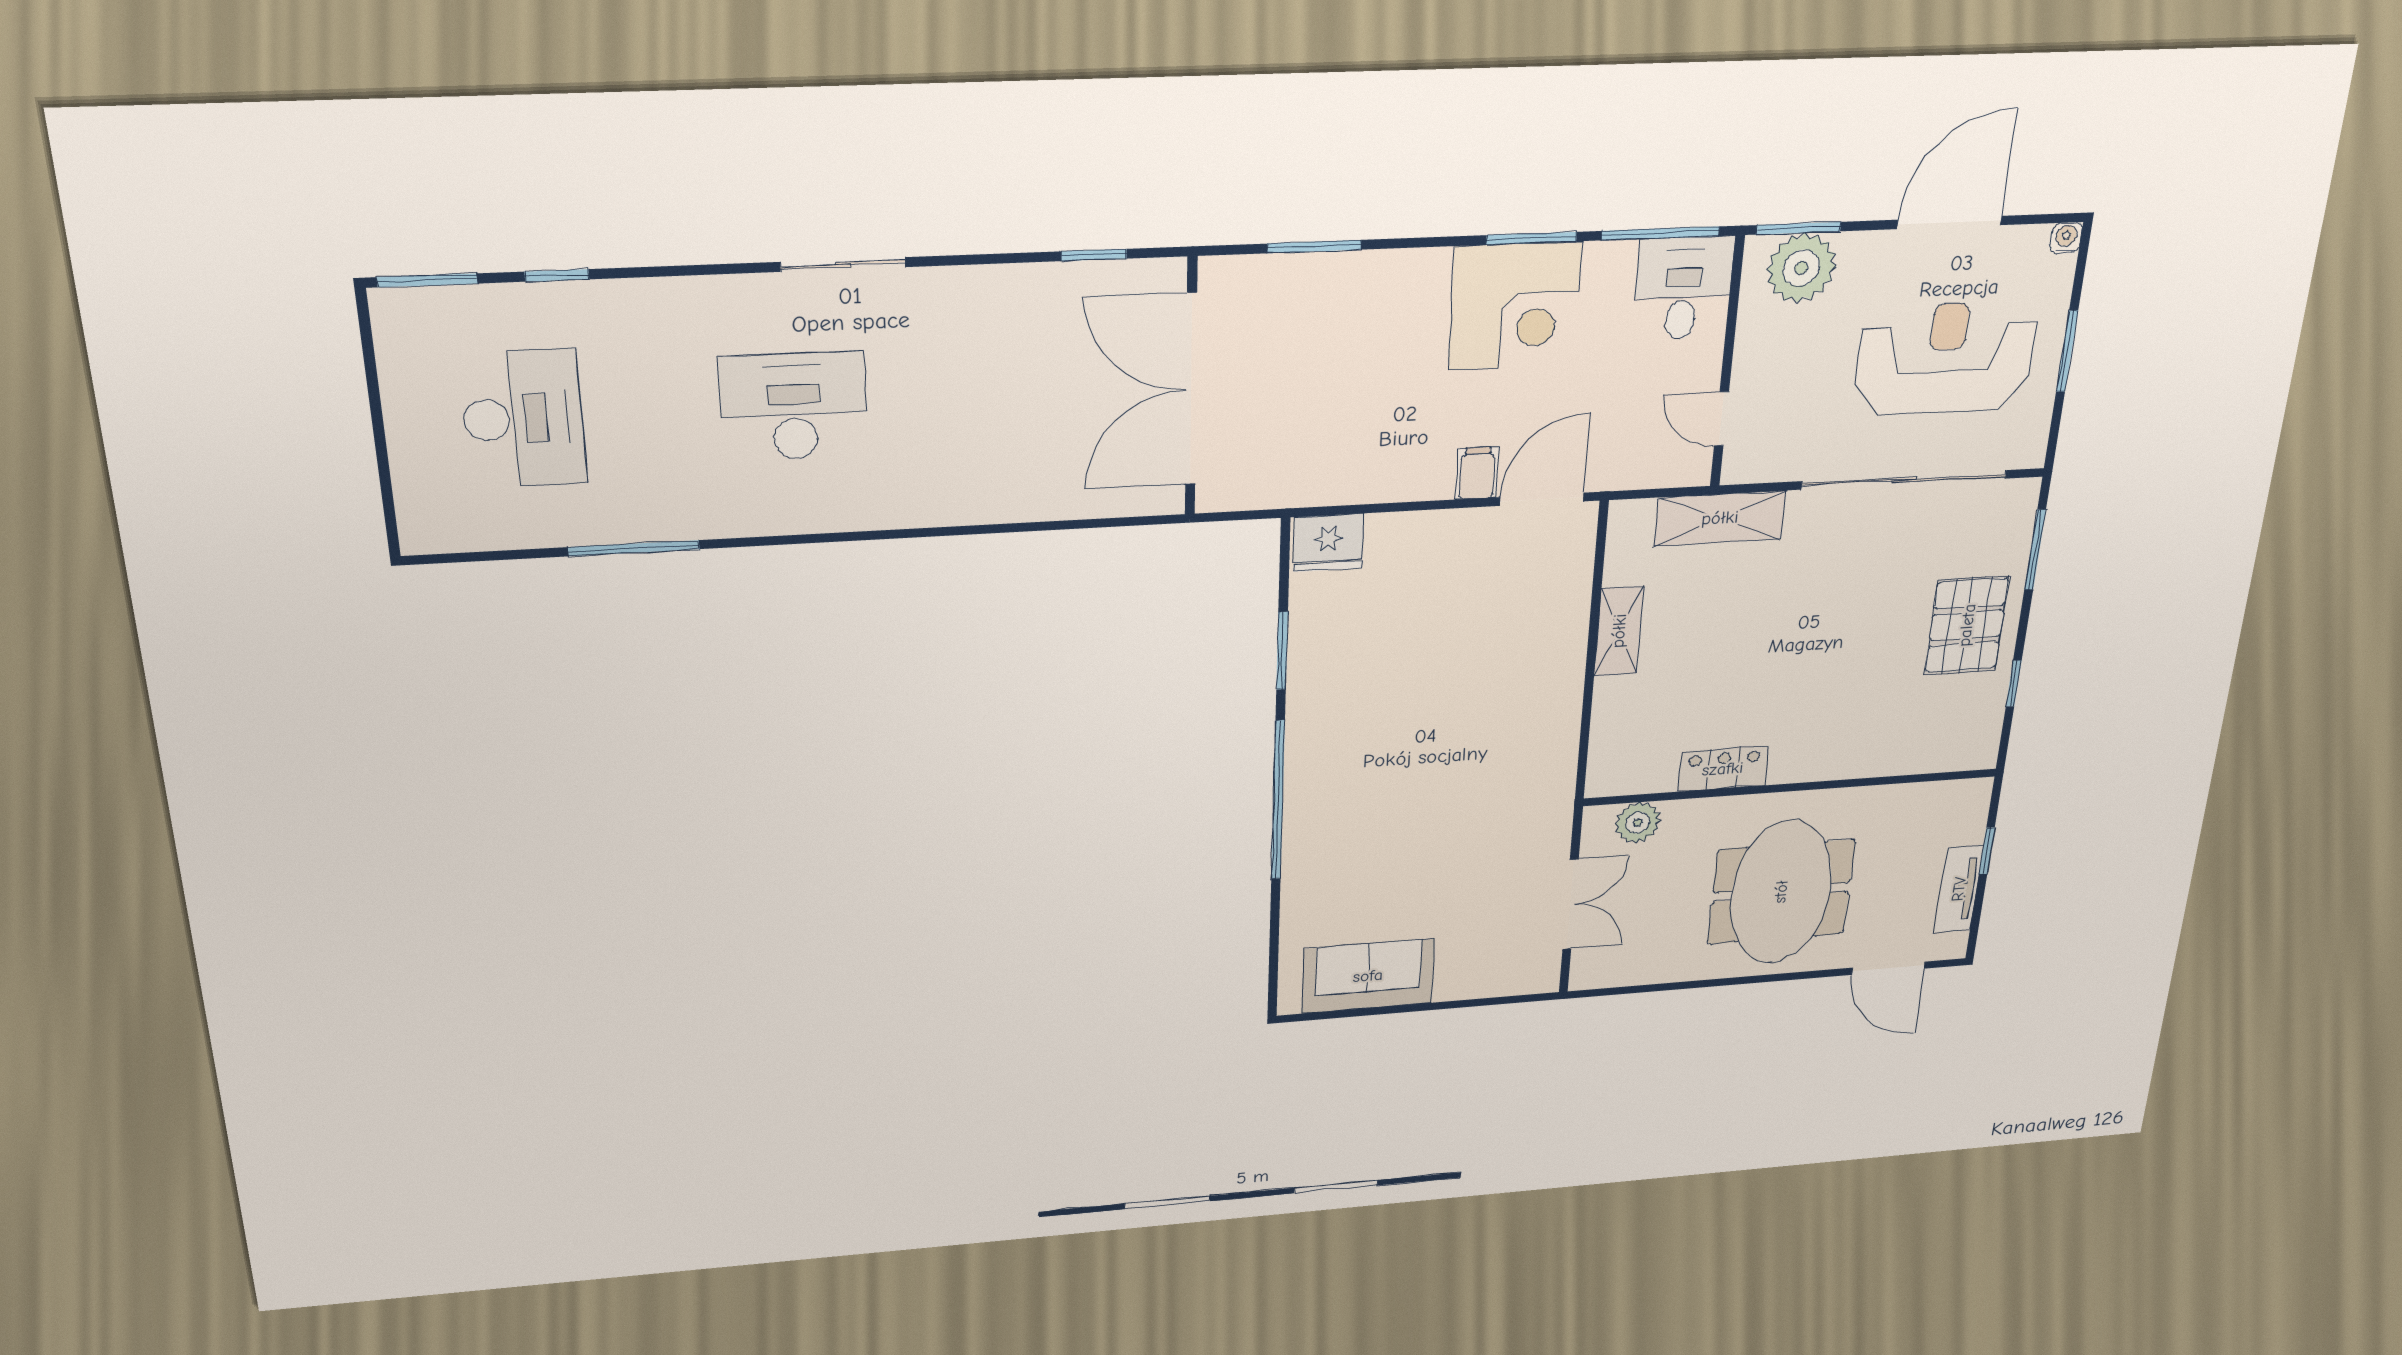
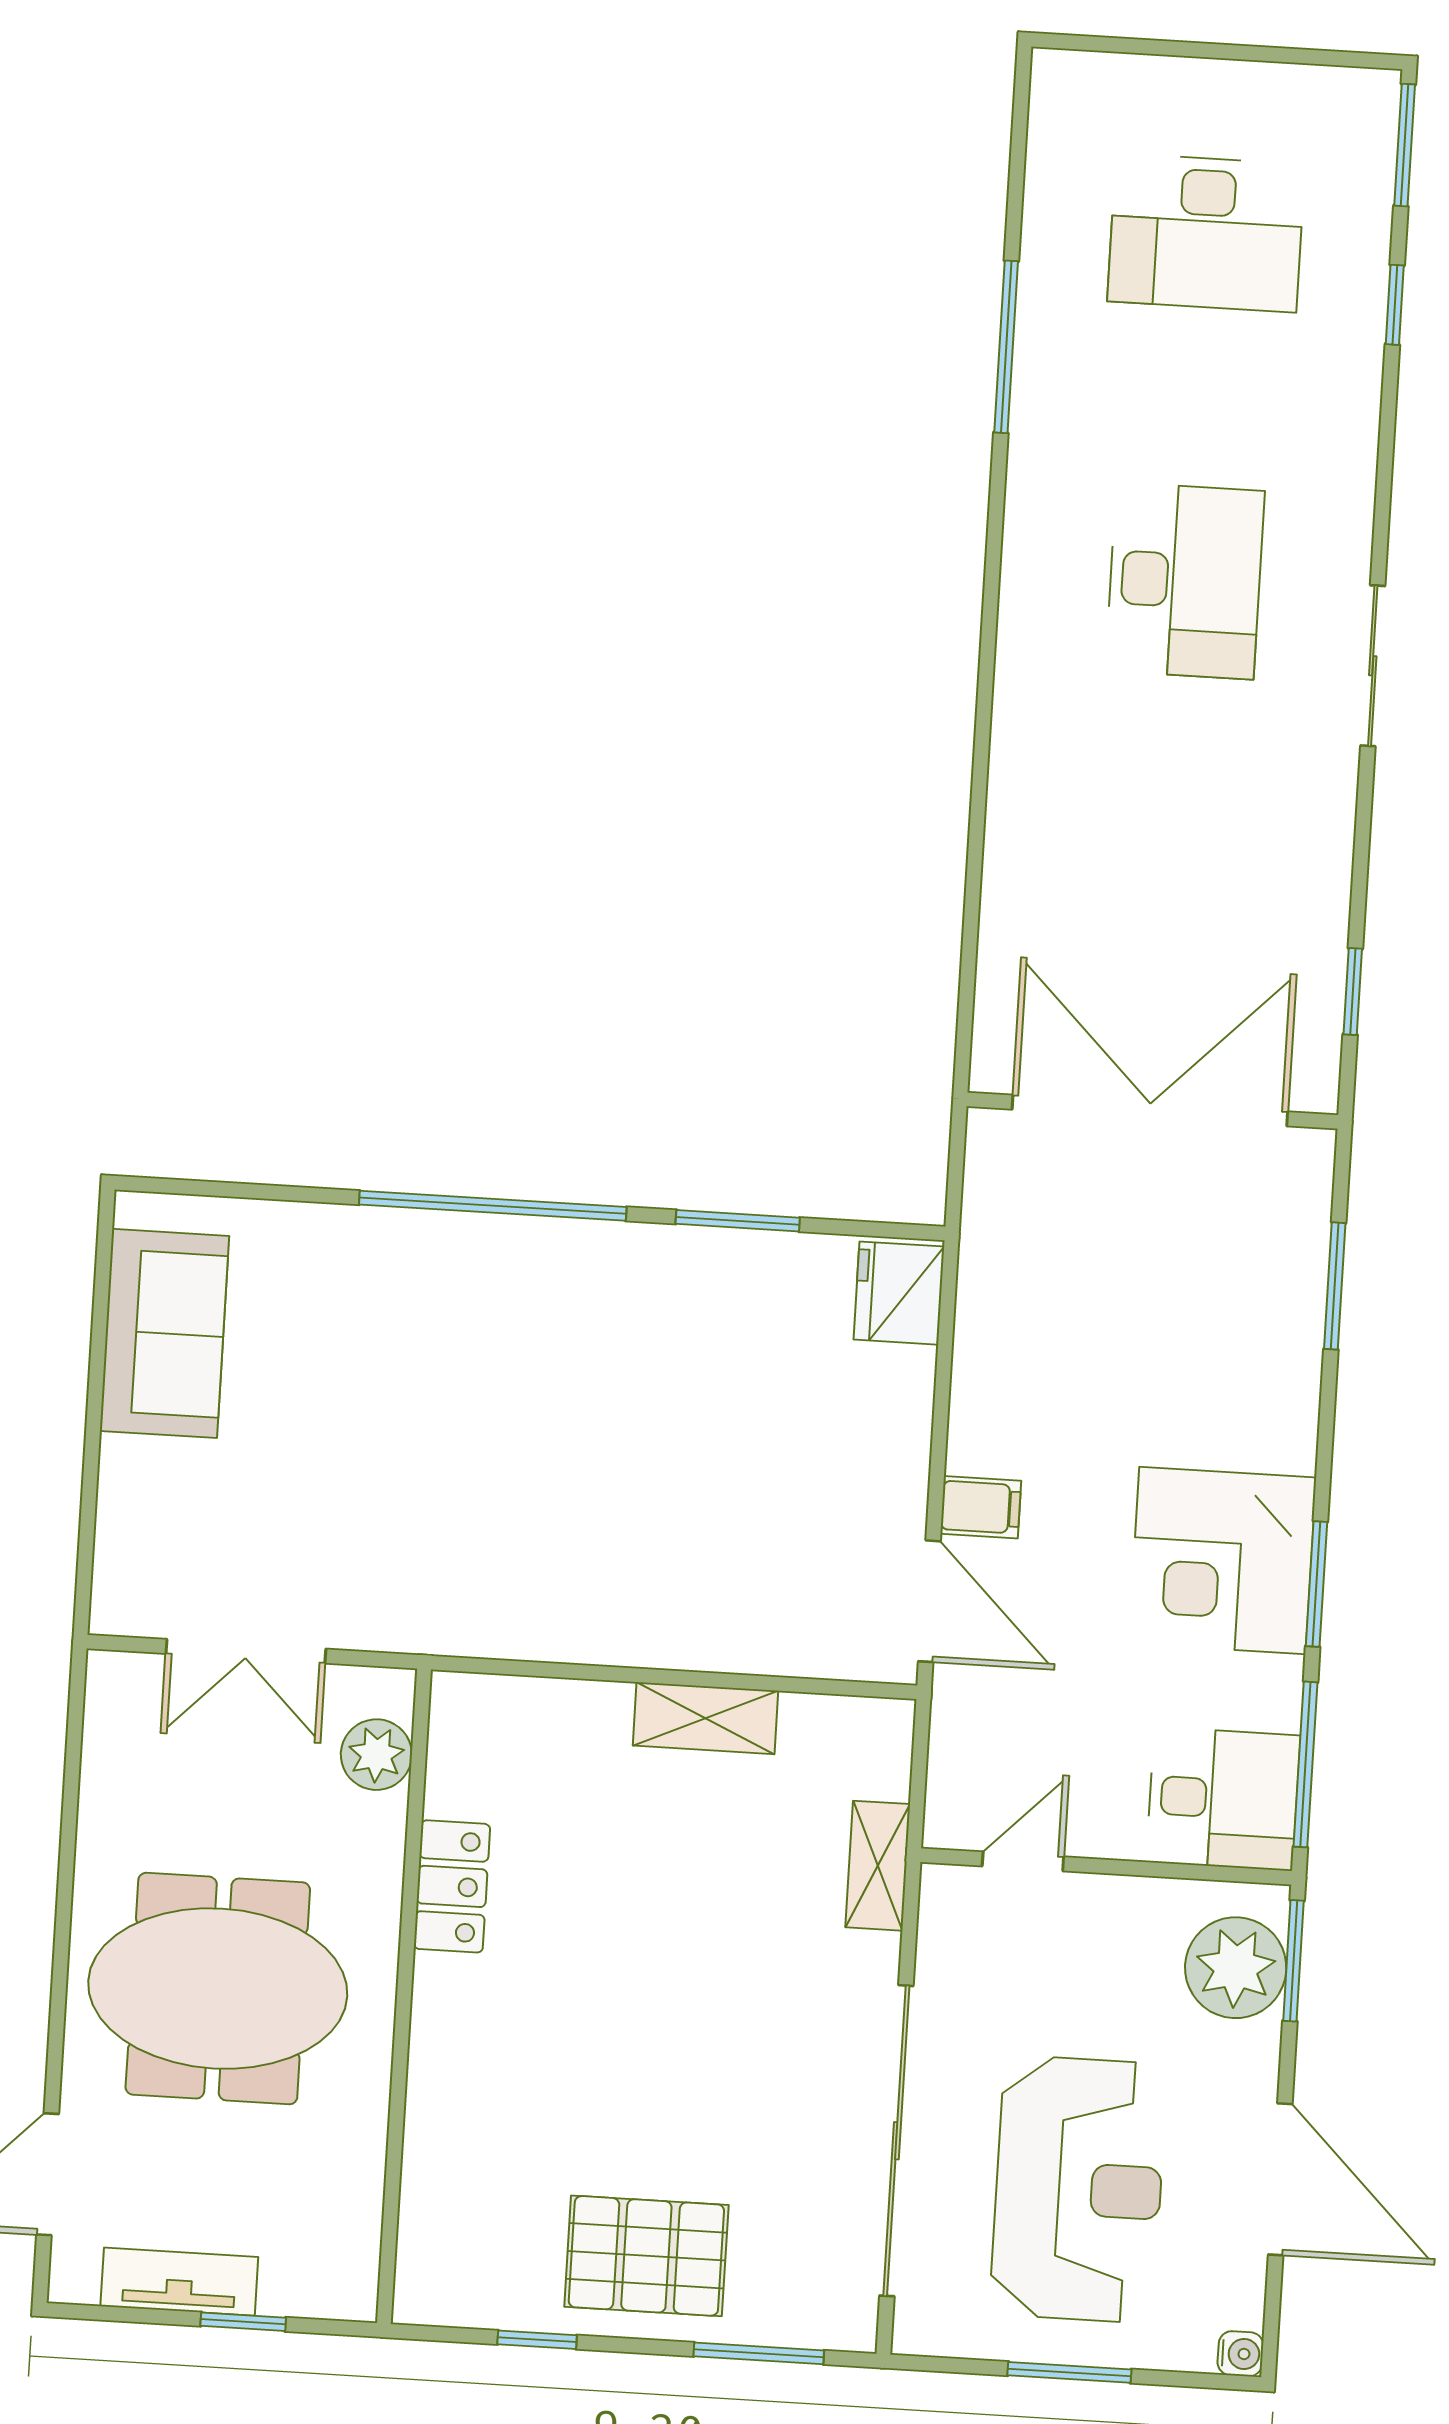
shelving: (1720, 518) -> (878, 1866), width x0.67, depth x0.75

